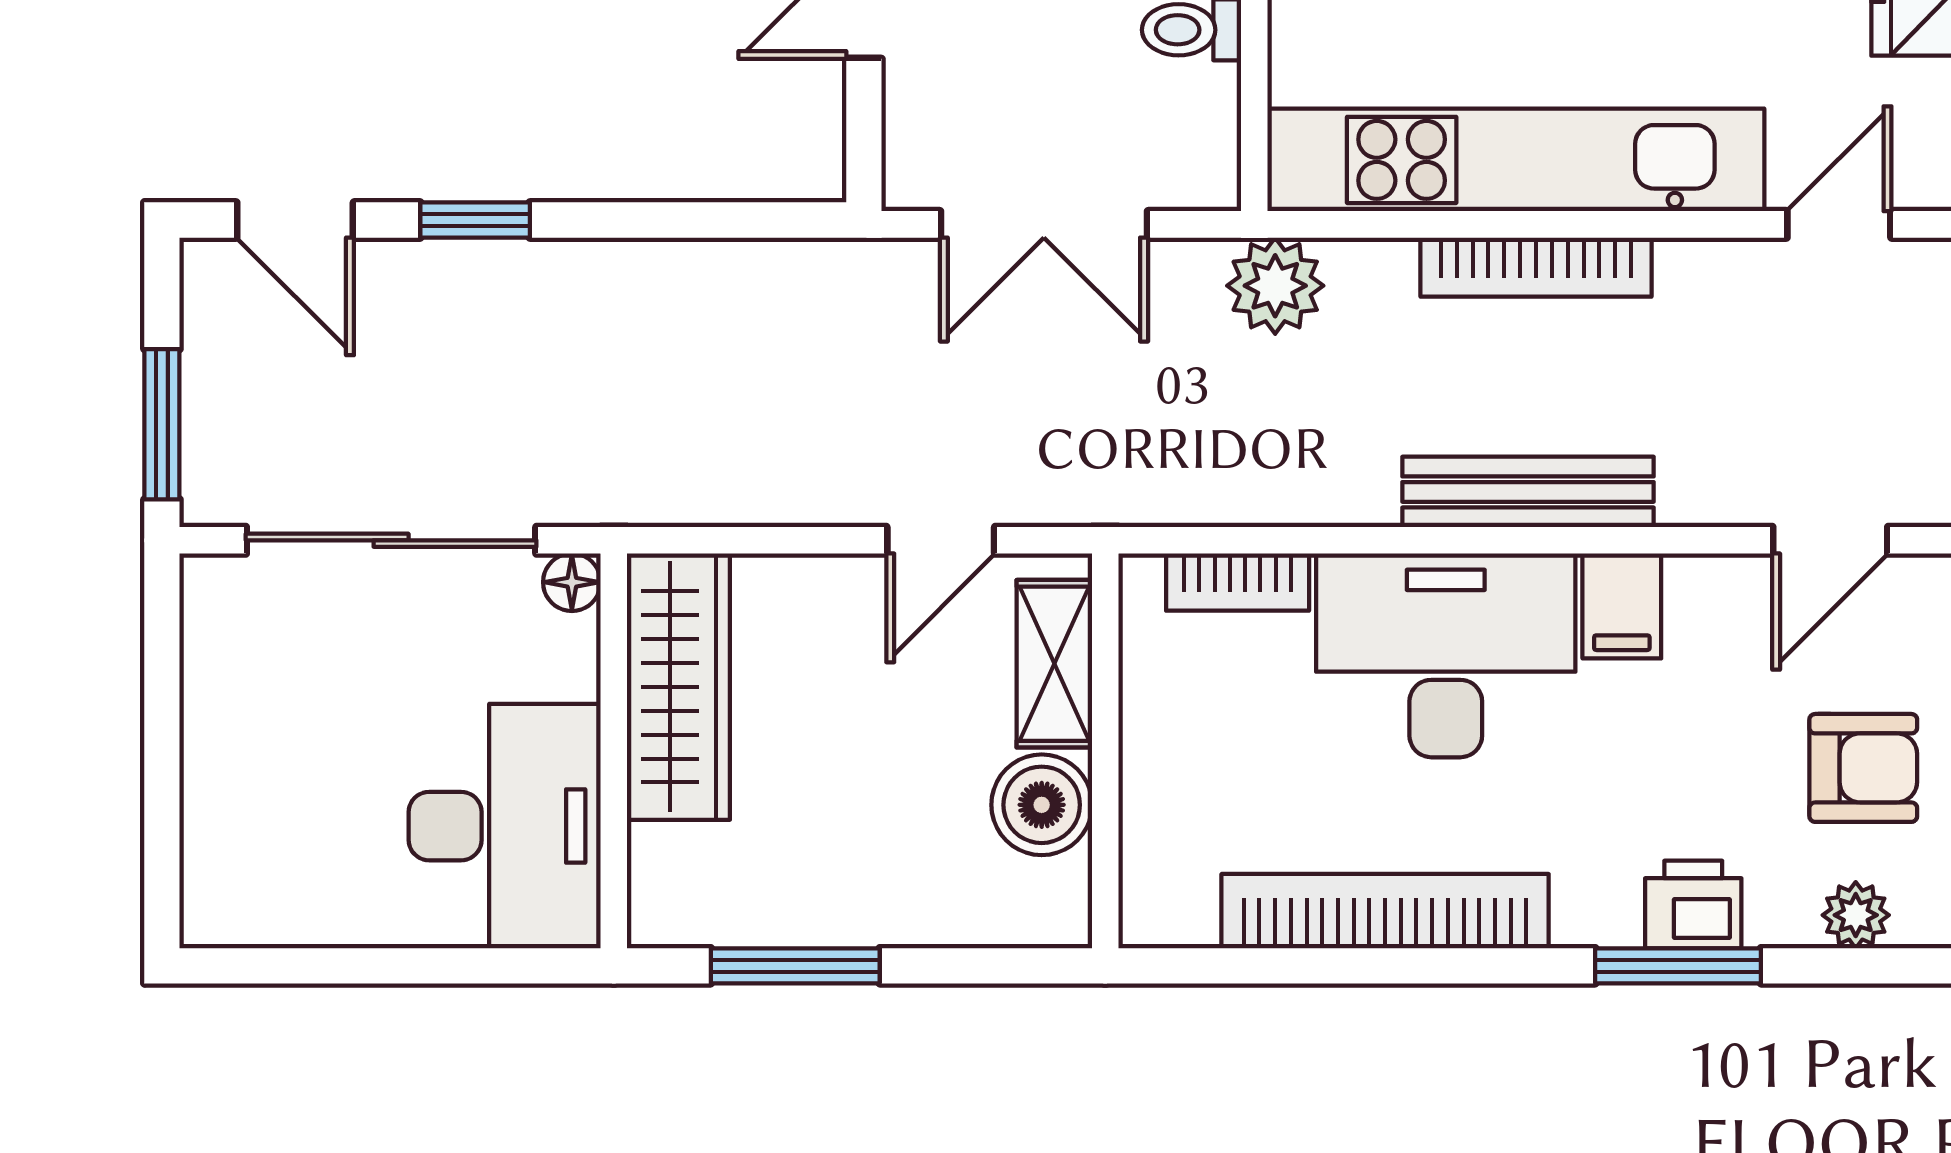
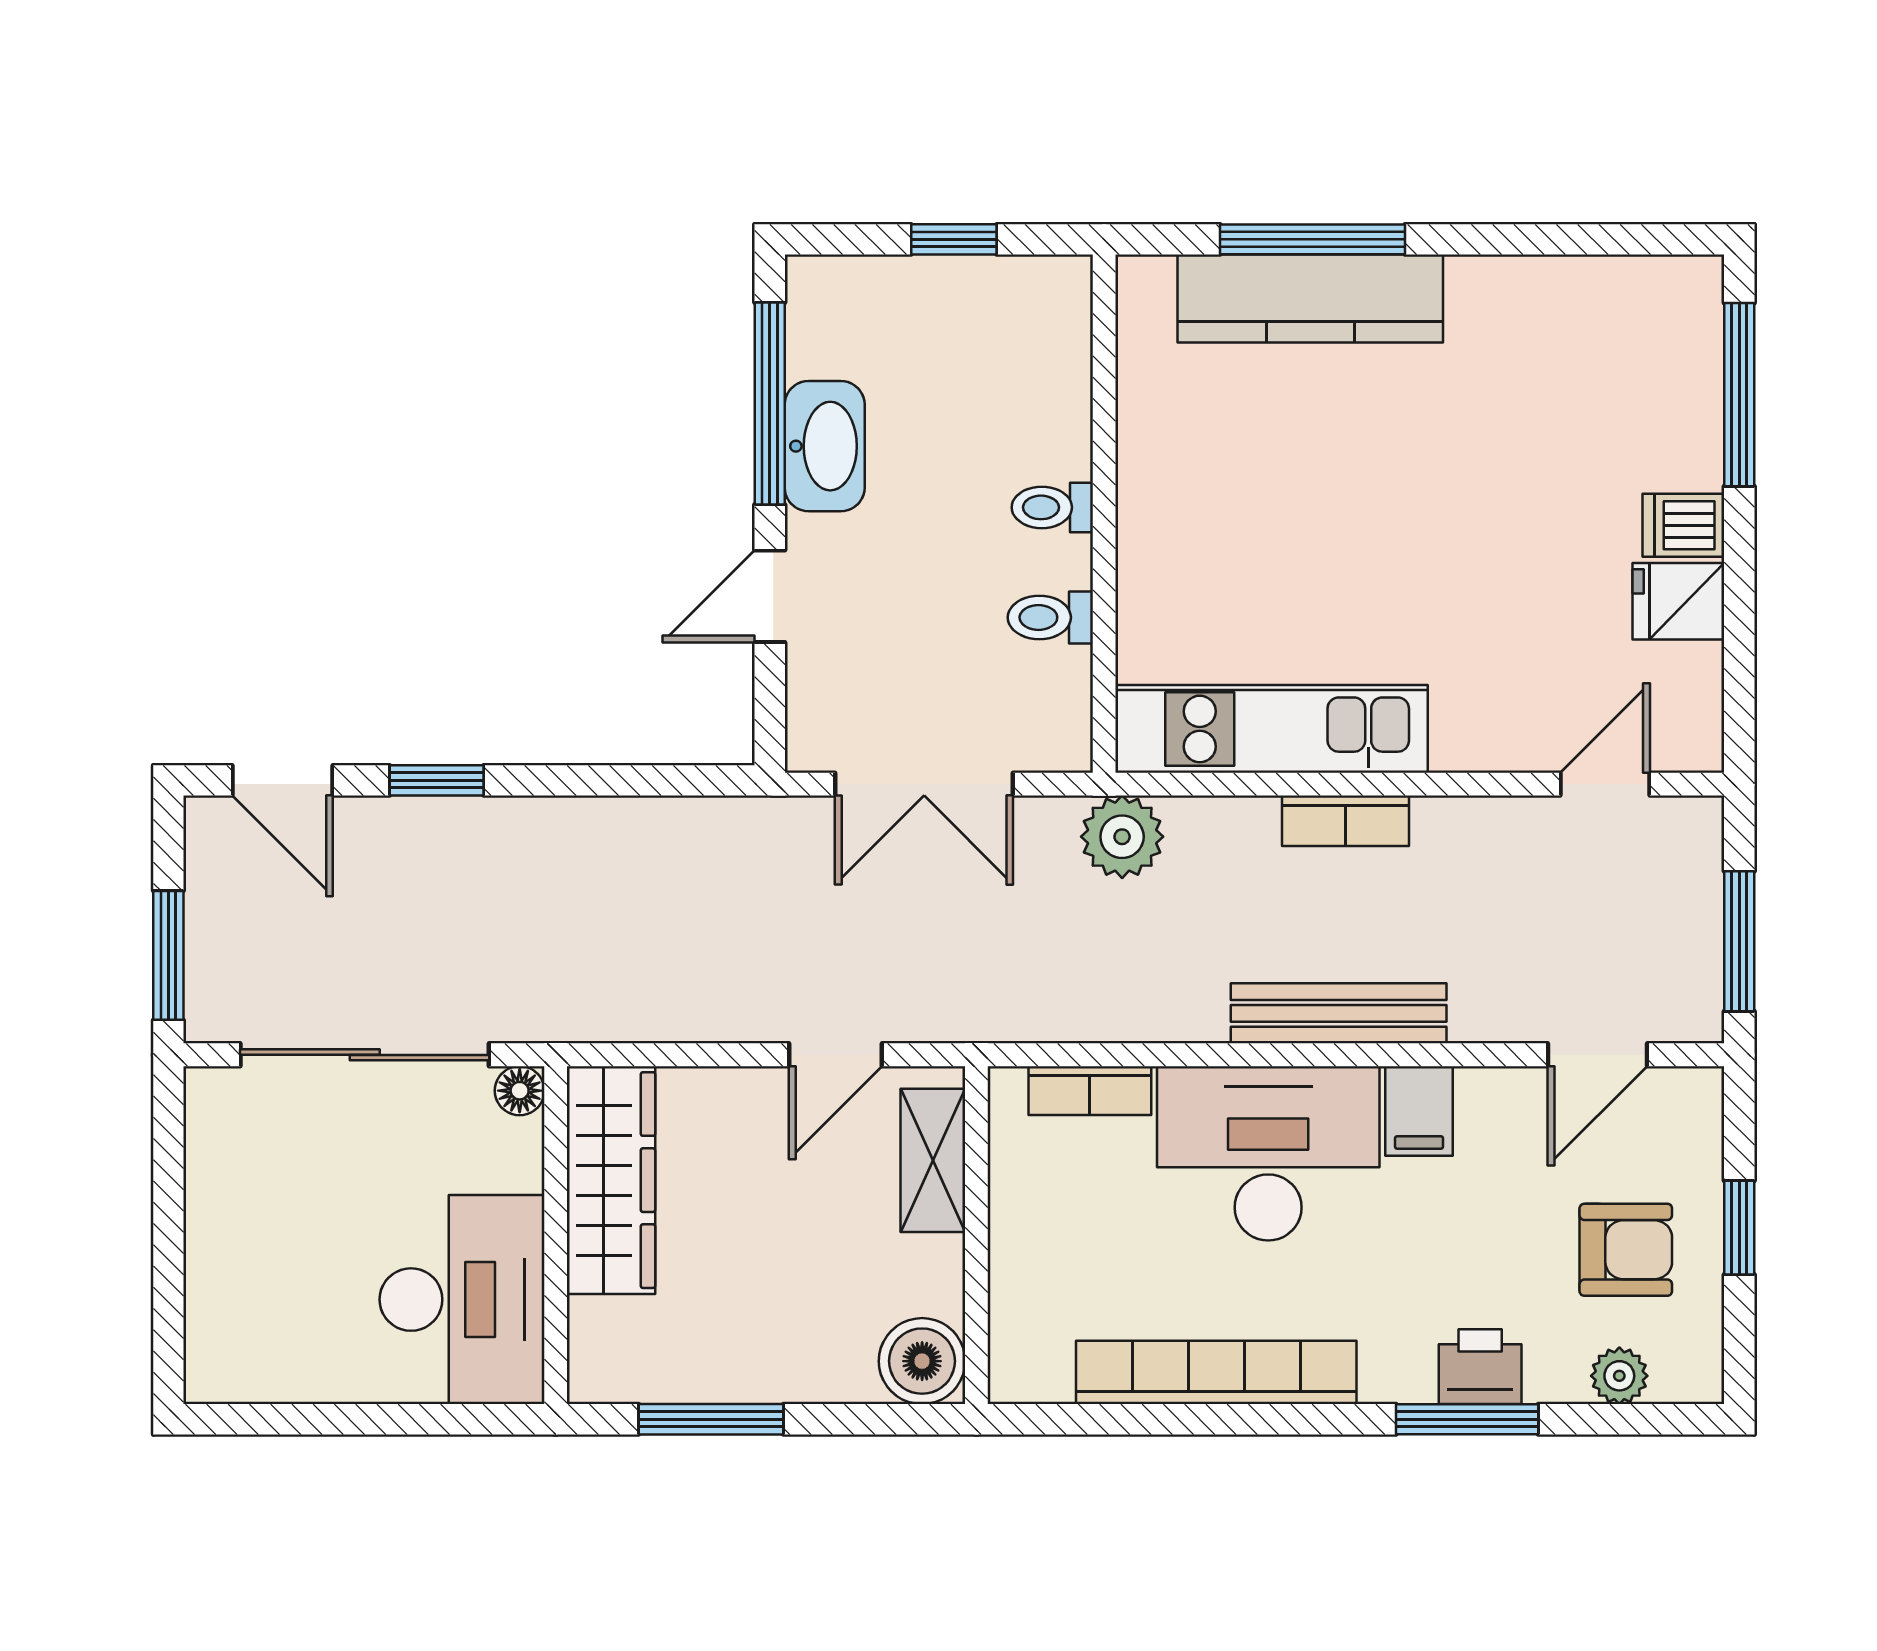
kitchen unit: (1516, 160) -> (1271, 729), width x0.73
bookcase: (1536, 267) -> (1345, 821), width x0.64
boiler: (1042, 805) -> (922, 1361), moved

